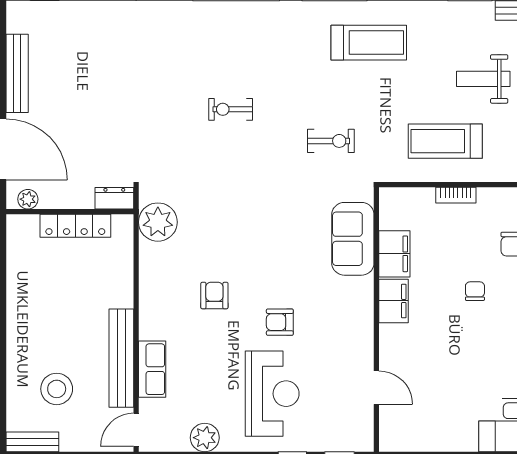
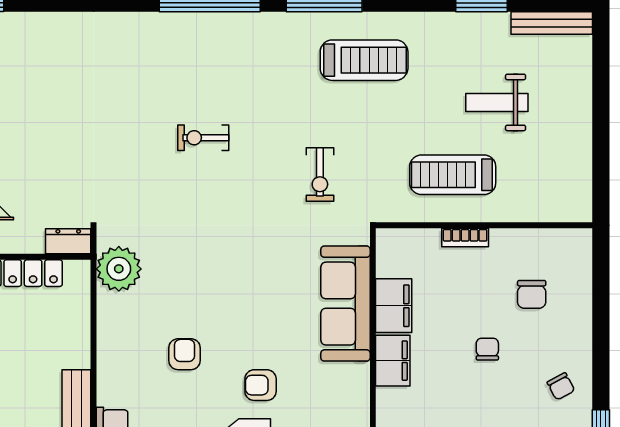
exercise bike: (331, 141) -> (320, 175), turned 90
sofa: (353, 239) -> (345, 304), width x1.36

